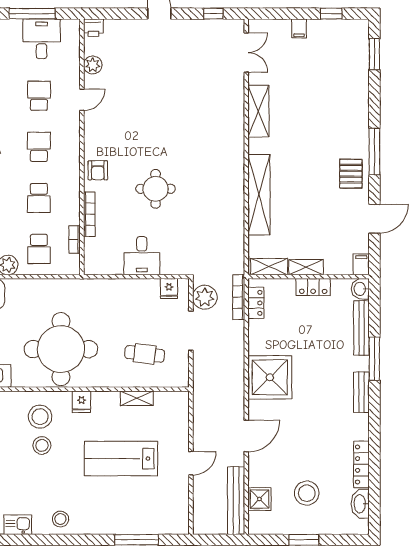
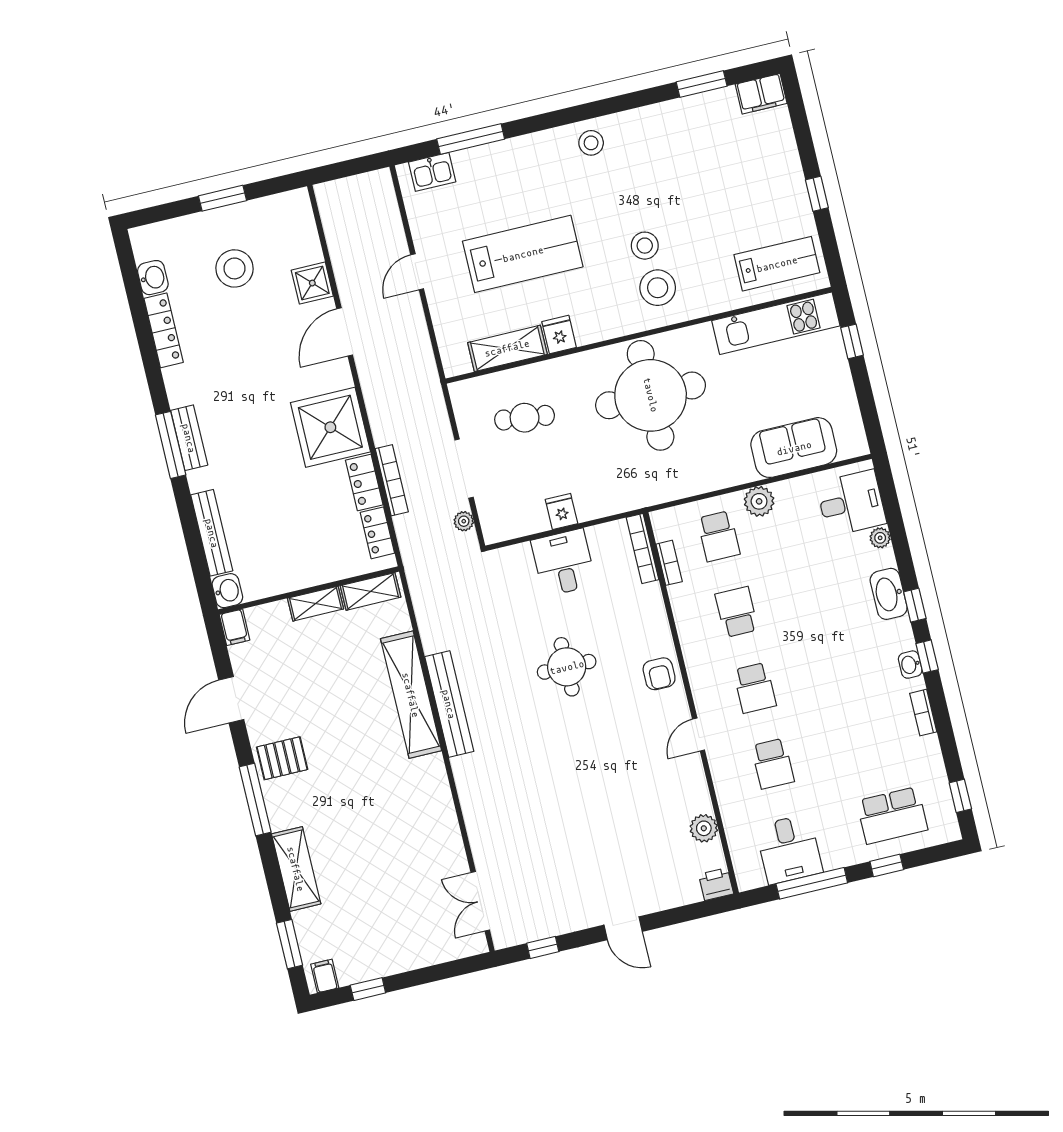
filing cabinet: (299, 28) -> (325, 976), moved
door: (82, 100) -> (699, 735), moved
shelving: (258, 111) -> (296, 869), moved
armchair: (98, 170) -> (659, 674), turned 180
pallet: (351, 174) -> (282, 758), turned 90
bookcase: (89, 214) -> (643, 549), moved
school desk: (39, 249) -> (719, 536), turned 180
locker: (313, 287) -> (364, 482), moved, turned -90
fridge: (169, 289) -> (562, 511), moved
plant: (205, 297) -> (464, 521), width x0.53, depth x0.53
bookcase: (239, 297) -> (392, 480), moved
window: (374, 359) -> (171, 445), moved
shelving: (137, 398) -> (507, 348), width x1.50, depth x1.33
fridge: (81, 402) -> (559, 334), moved
shower: (259, 499) -> (312, 283), moved
bench: (236, 501) -> (449, 704), moved
washbasin: (360, 504) -> (153, 278), width x0.72
kitchen sink: (18, 525) -> (432, 172), moved

